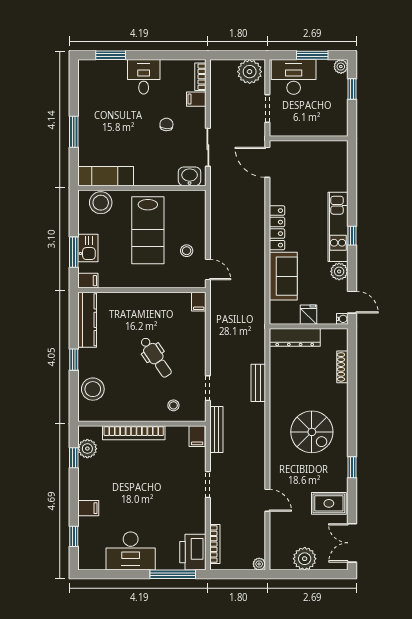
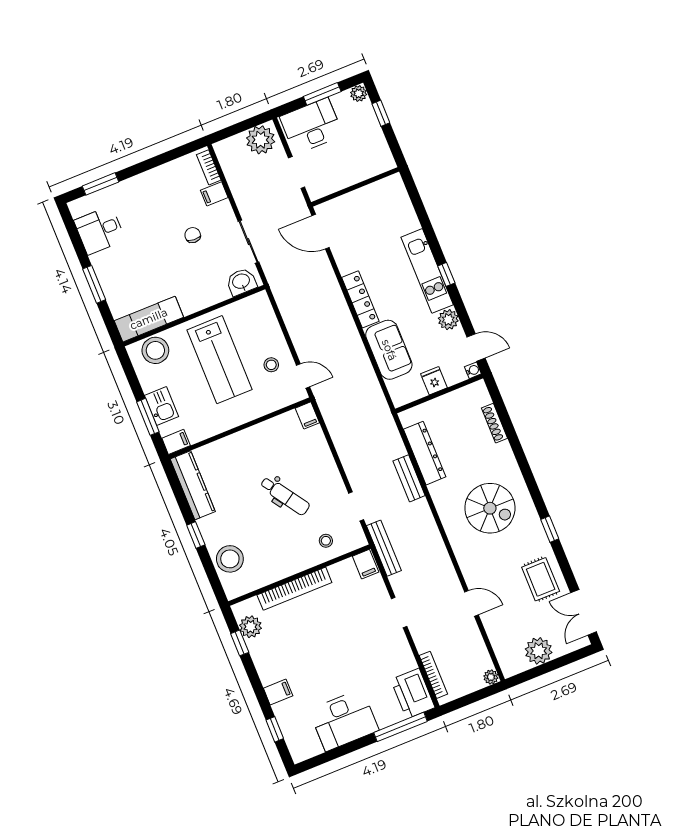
desk: (144, 77) -> (100, 230), moved, turned -90
dresser: (295, 337) -> (425, 453), moved, turned -90
rug: (329, 503) -> (541, 579), turned 90

